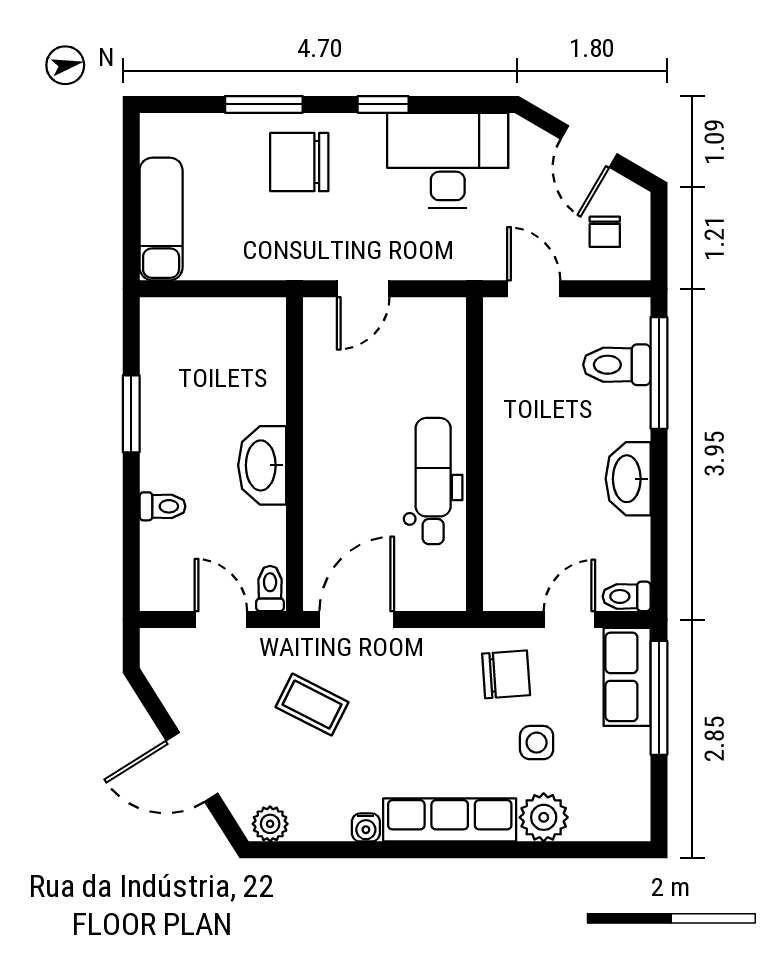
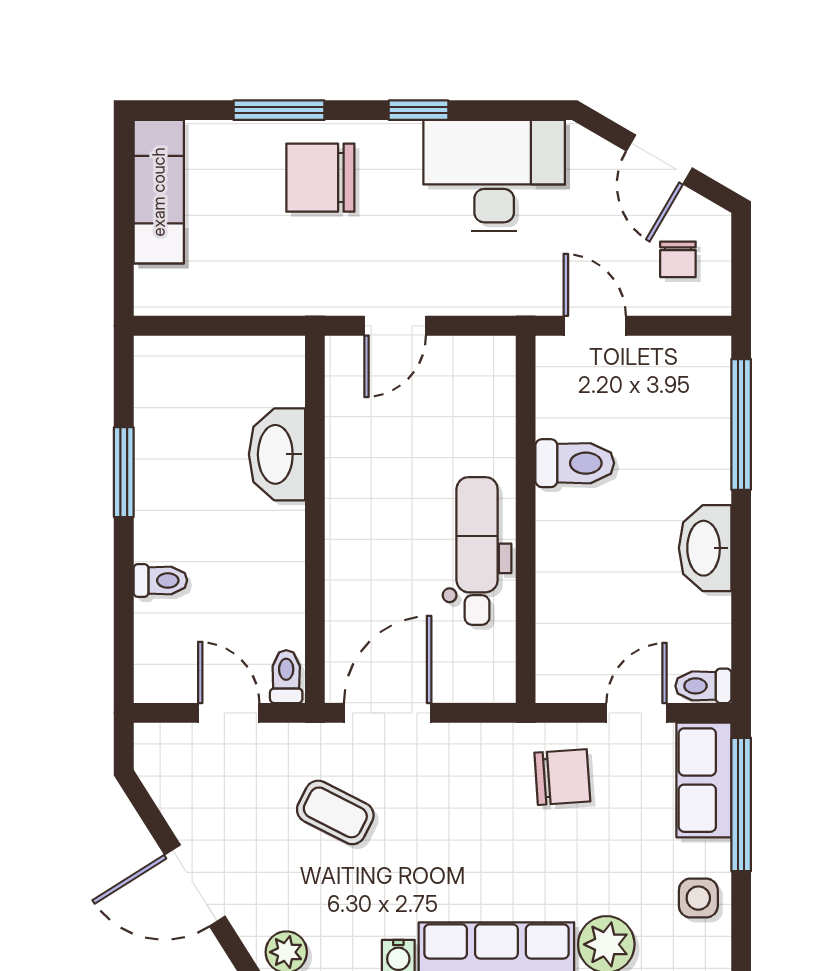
exam couch: (161, 219) -> (159, 192), moved
toilet: (617, 365) -> (575, 463), moved, turned 180
washbasin: (262, 465) -> (277, 454), moved
side table: (537, 743) -> (698, 898), moved

